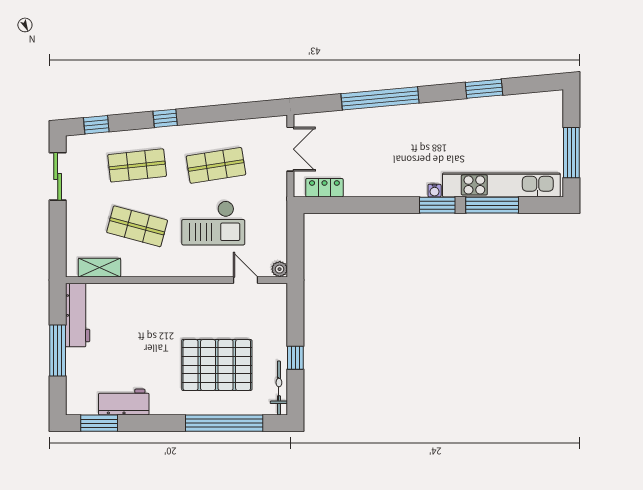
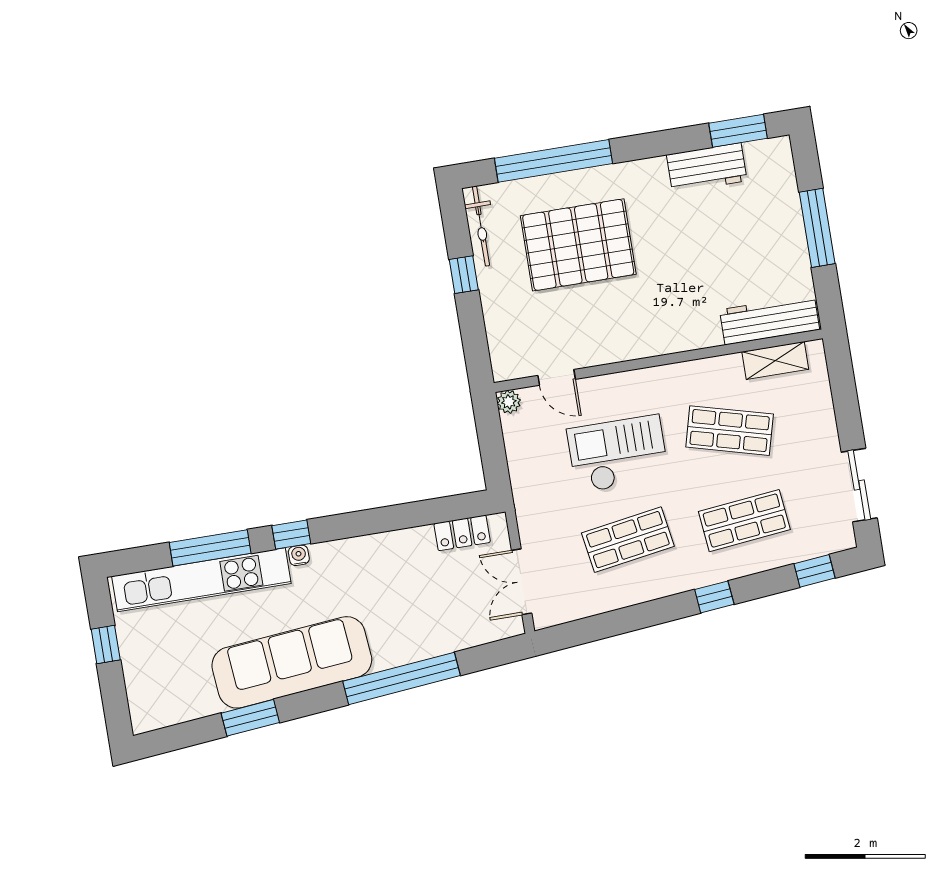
sofa: (451, 121) -> (292, 662), added
window: (571, 153) -> (106, 644), width x0.46
window: (437, 205) -> (291, 535), width x0.67
workbench: (78, 315) -> (770, 320), moved, turned 90

